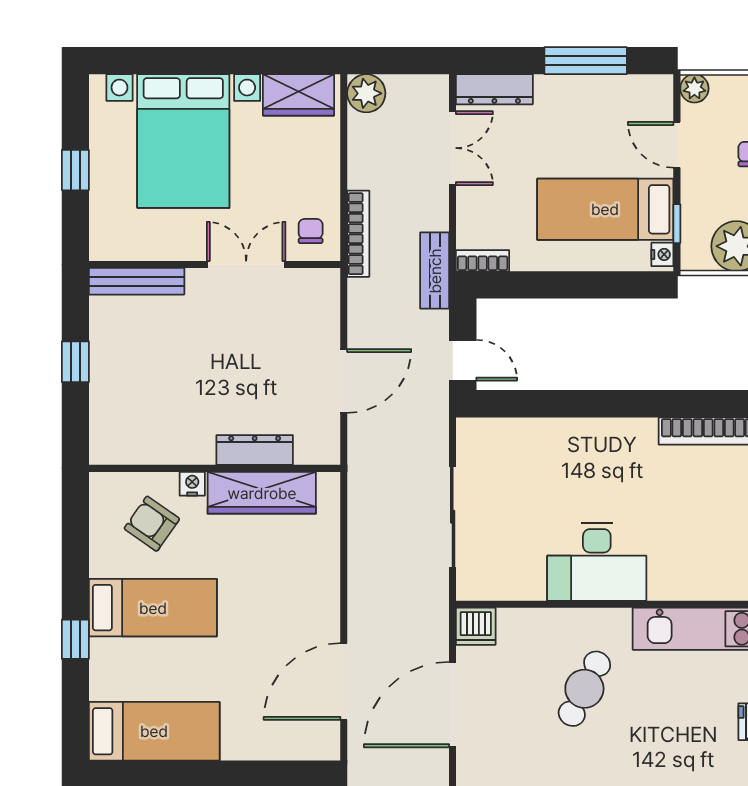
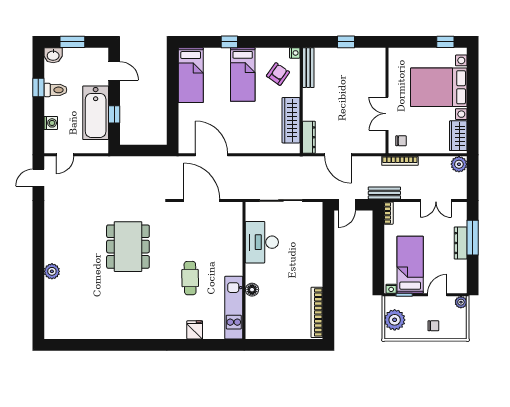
window: (586, 61) -> (473, 238), moved
dresser: (494, 89) -> (461, 243), moved
window: (75, 170) -> (445, 42), moved
double door: (246, 264) -> (387, 114), swing flipped
bench: (137, 281) -> (308, 68), moved
dresser: (255, 450) -> (309, 137), moved
nightstand: (192, 484) -> (295, 53), moved
desk: (597, 562) -> (262, 242), moved
floor lamp: (665, 585) -> (252, 290), added
dishwasher: (476, 626) -> (235, 210), removed
cafe table: (584, 689) -> (190, 278), moved, turned 62

